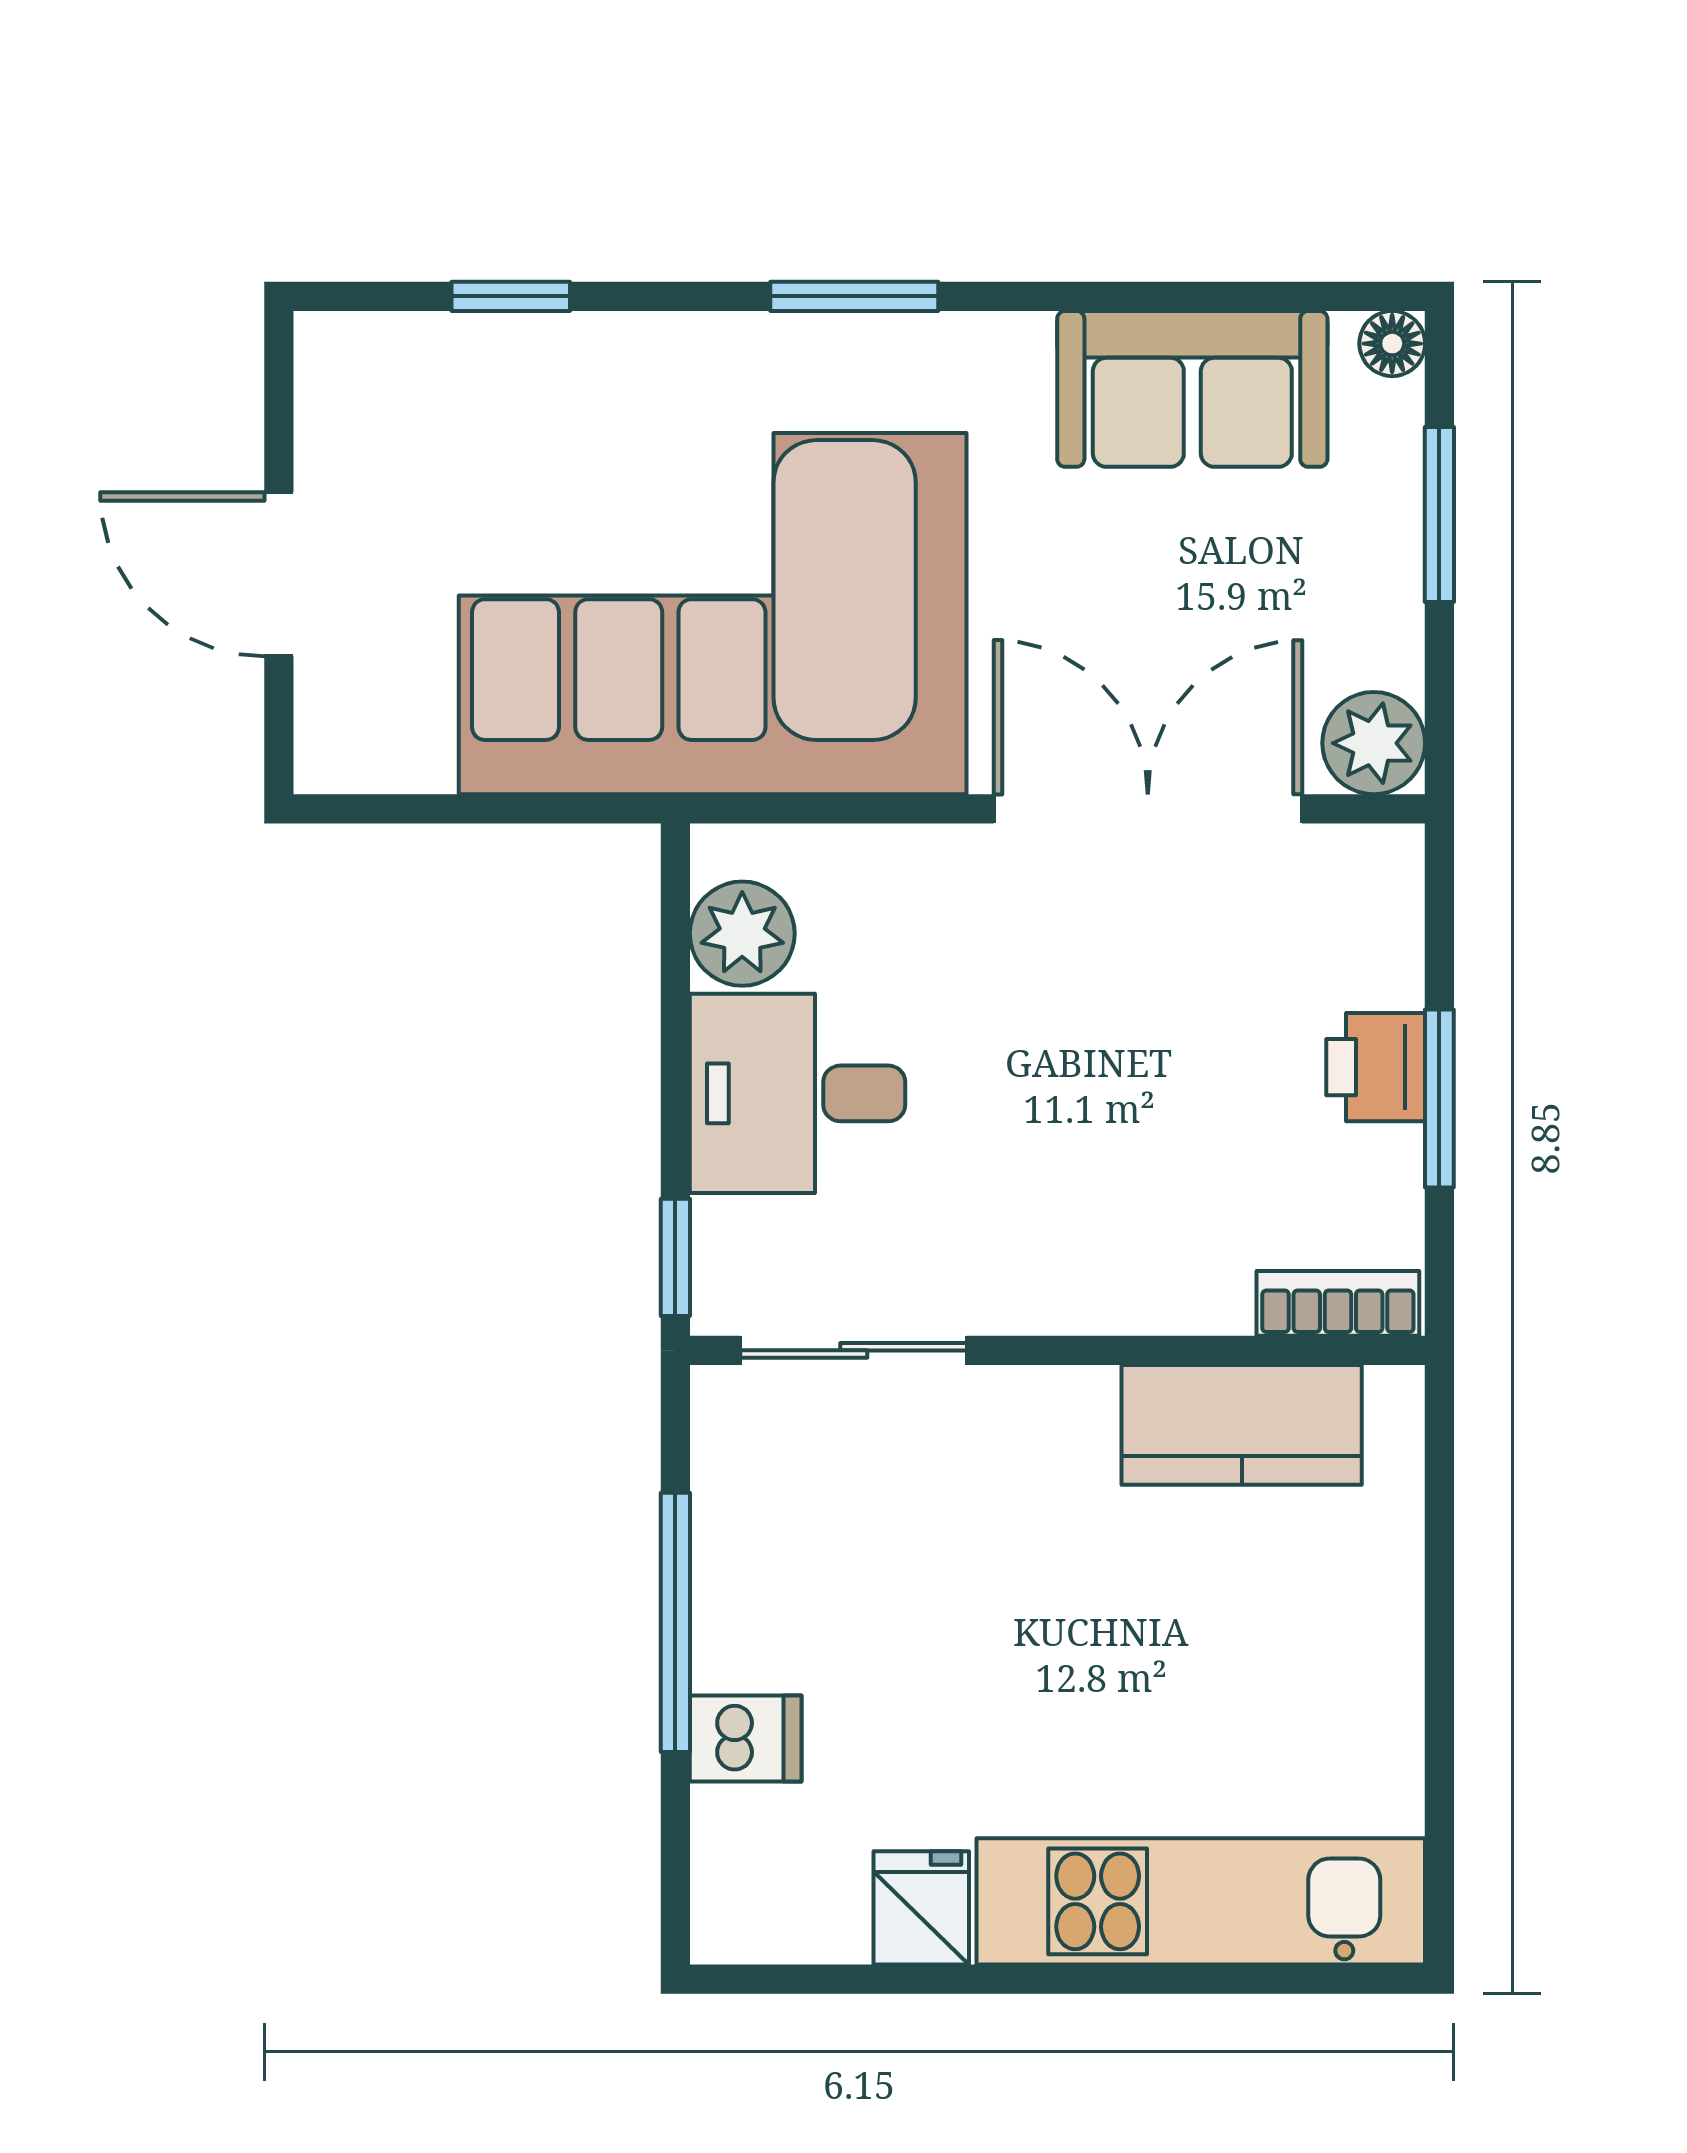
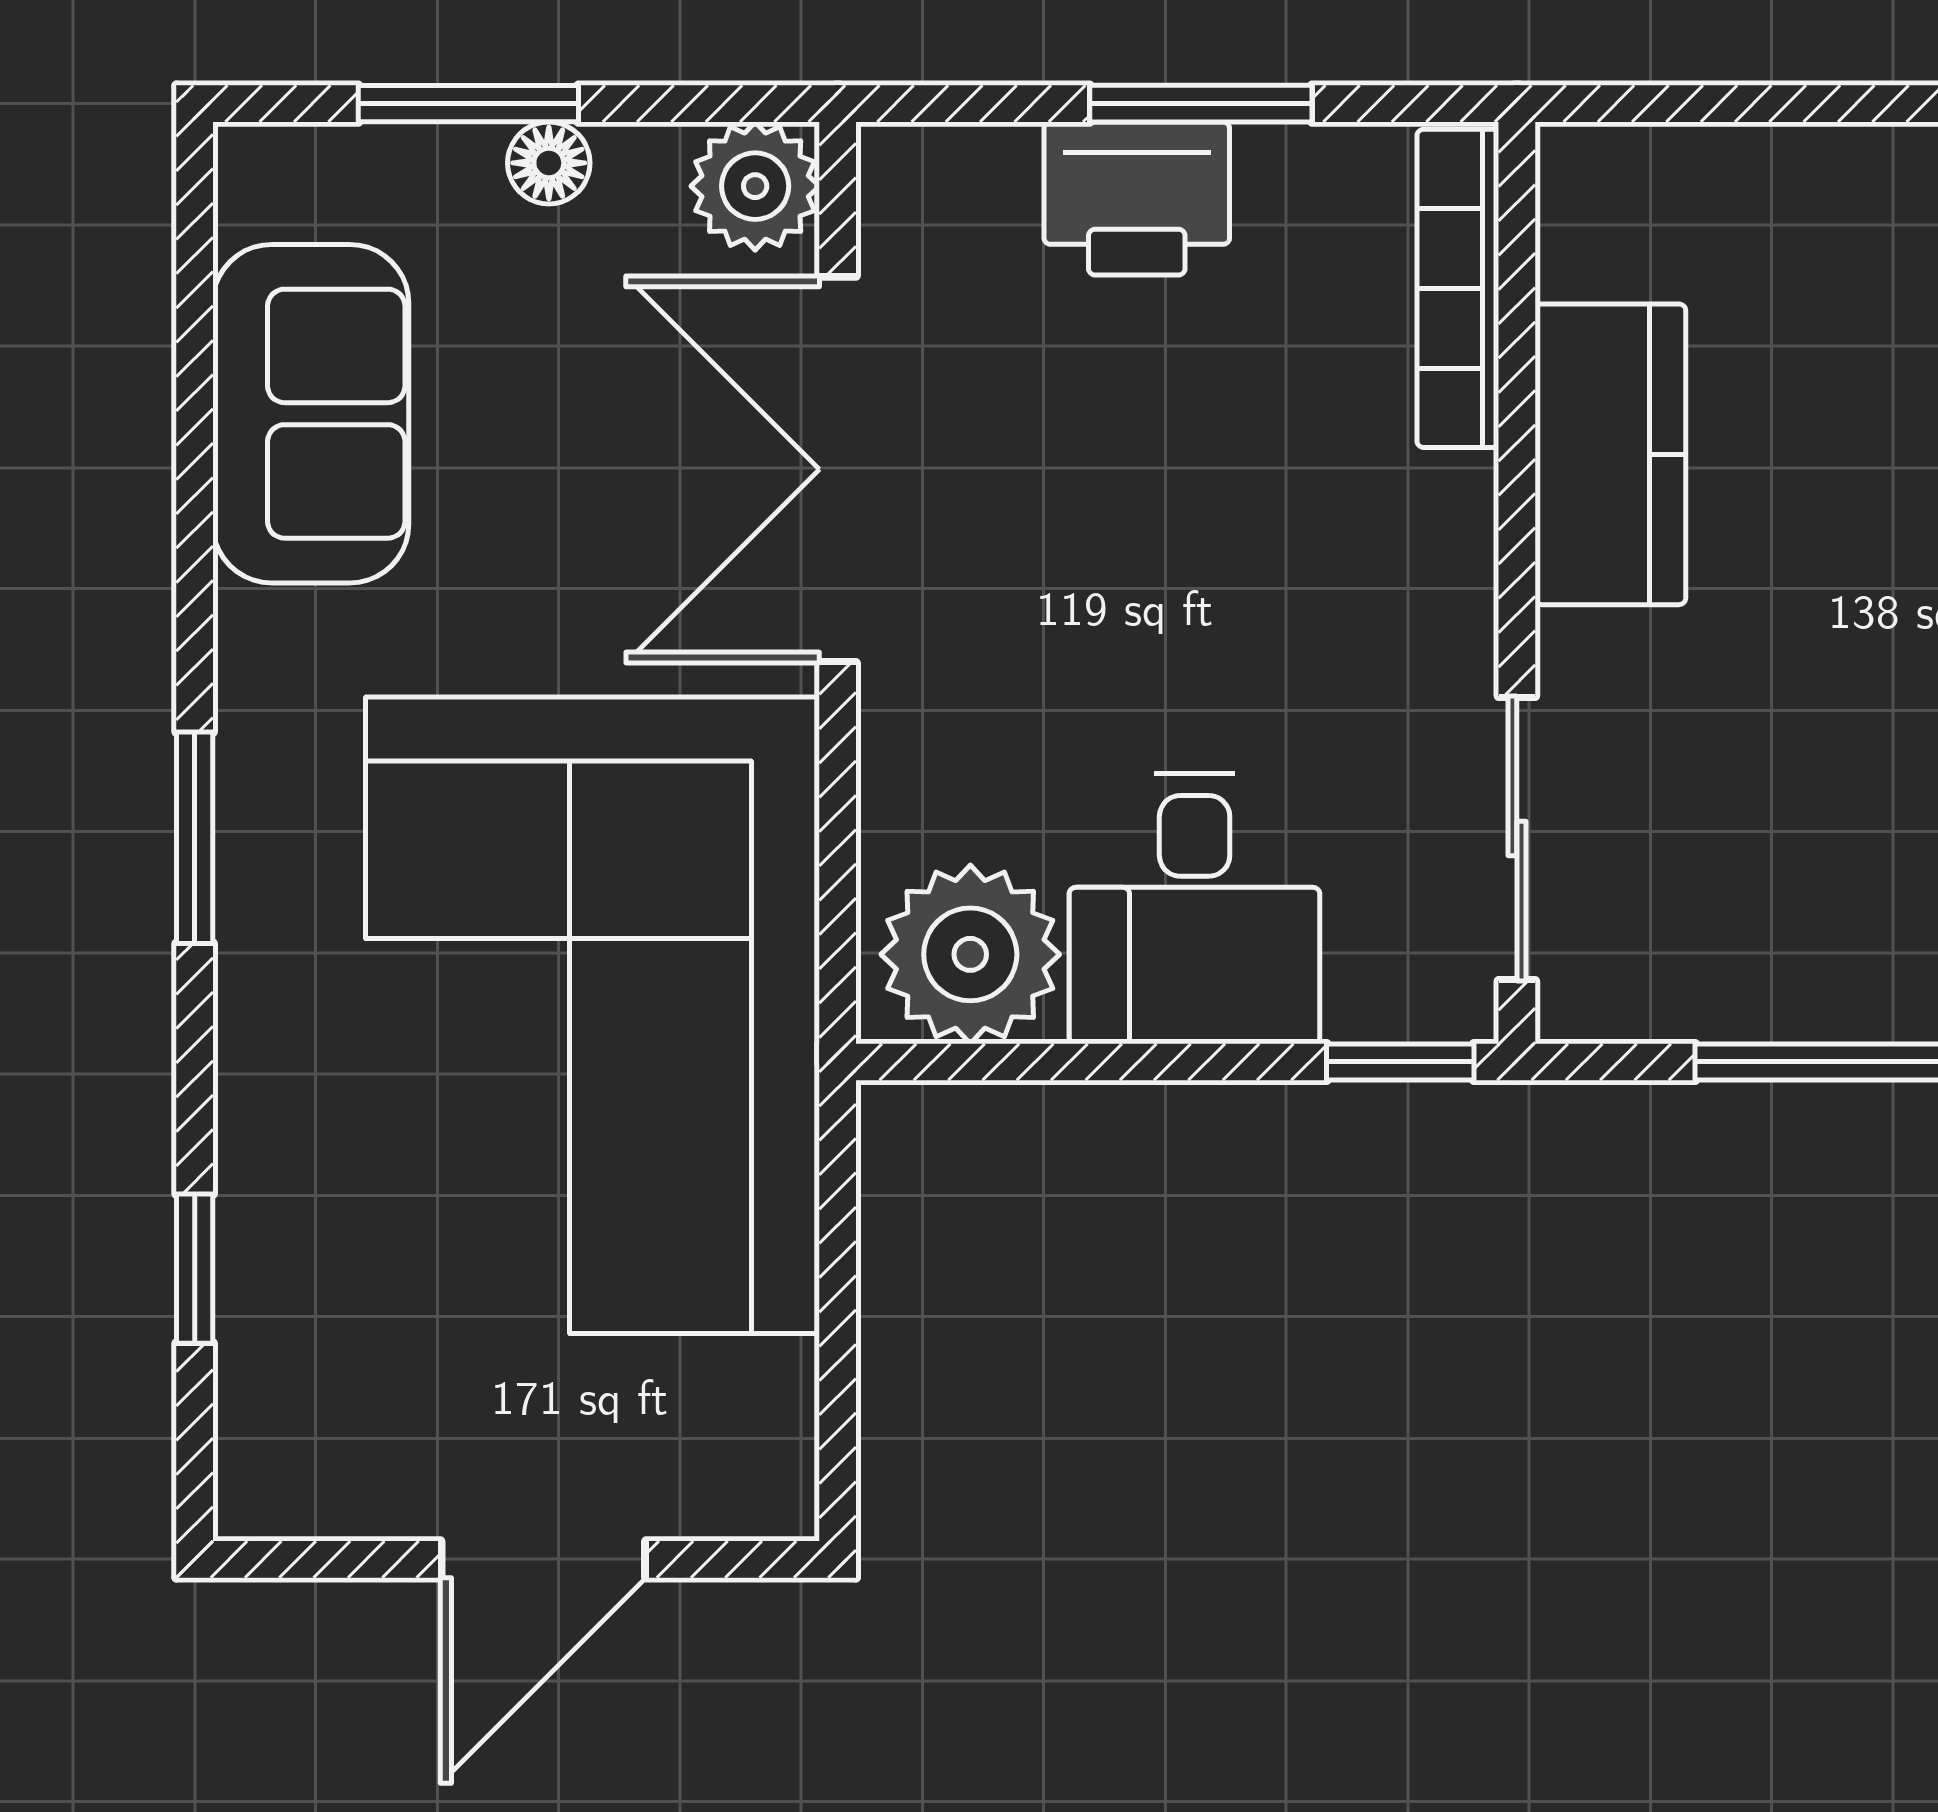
floor lamp: (1392, 344) -> (549, 163), moved
plant: (742, 934) -> (970, 954), width x1.36, depth x1.36
printer: (1376, 1067) -> (1137, 198), width x1.36, depth x1.24
bookcase: (1338, 1303) -> (1458, 288), width x1.56
kitchen counter: (1242, 1425) -> (1610, 454), moved

